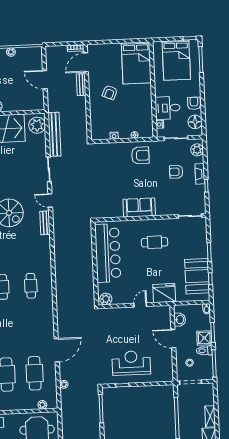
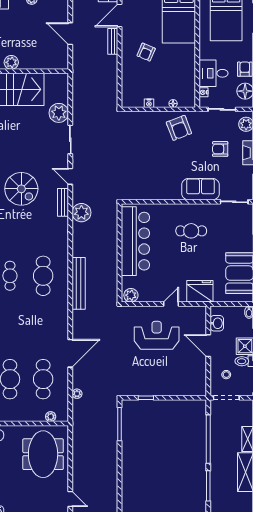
plant: (37, 125) -> (59, 113), moved
bench: (54, 134) -> (79, 283), moved
armchair: (140, 155) -> (179, 128), turned 69
sofa: (139, 208) -> (200, 189), moved
plant: (61, 231) -> (81, 213), added
cafe table: (31, 286) -> (43, 276), width x1.37, depth x1.35
reception desk: (131, 363) -> (157, 335), moved

